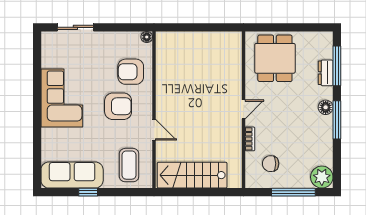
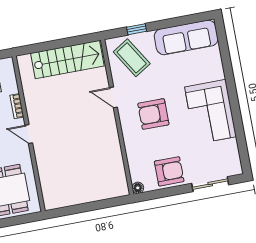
armchair: (131, 72) -> (169, 171), moved
door: (243, 109) -> (29, 134), hinge flipped
coffee table: (129, 165) -> (132, 58), turned -32
window: (88, 192) -> (137, 29), moved

